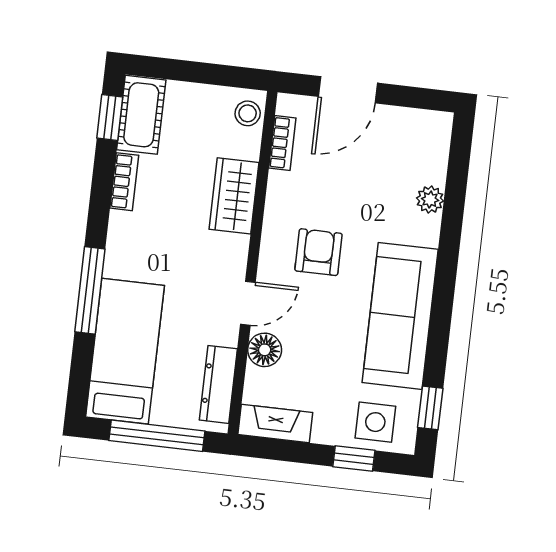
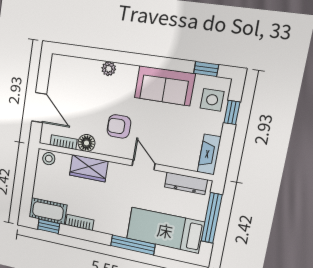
plant: (430, 199) -> (109, 69), moved
sofa: (400, 316) -> (165, 86), width x0.73
floor lamp: (265, 350) -> (86, 143), moved

